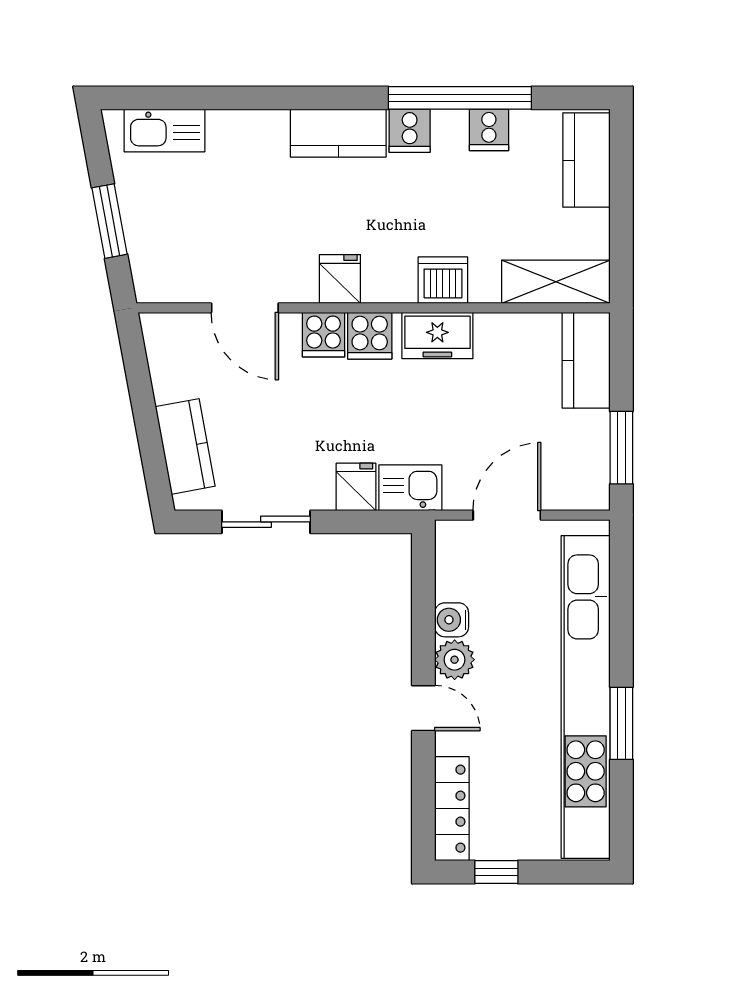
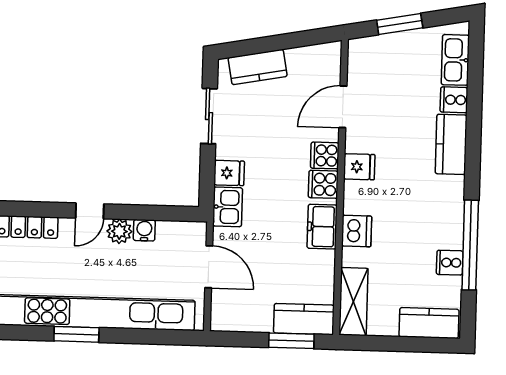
cooker: (410, 131) -> (454, 100), moved
kitchen counter: (338, 133) -> (451, 144), moved
window: (621, 448) -> (291, 341), moved

